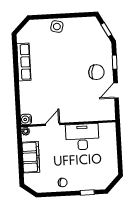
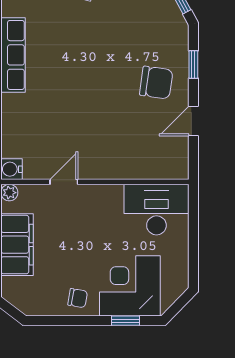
desk: (82, 137) -> (156, 210), moved
corner desk: (89, 175) -> (130, 286), added

